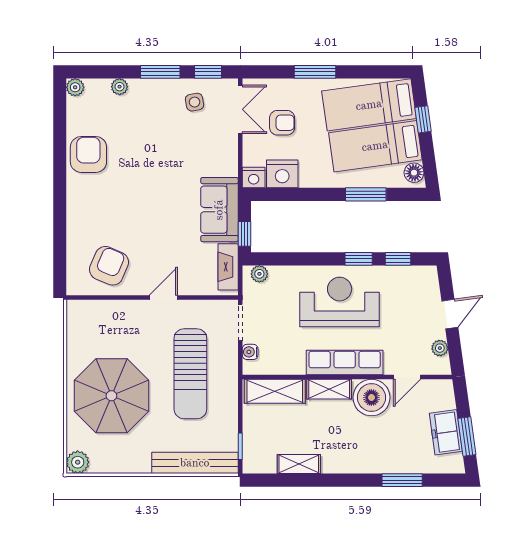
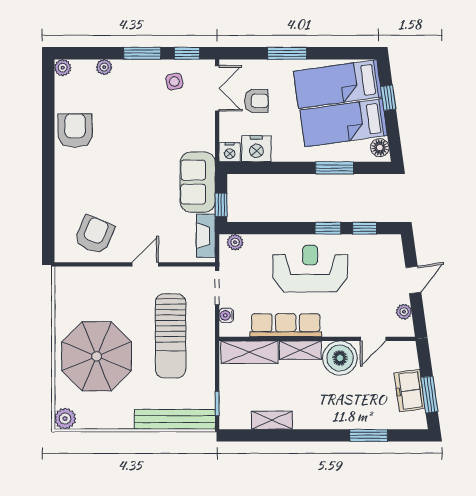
row of seats: (345, 362) -> (286, 325), moved

